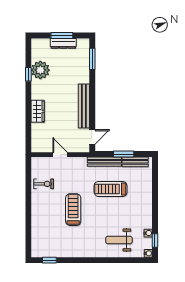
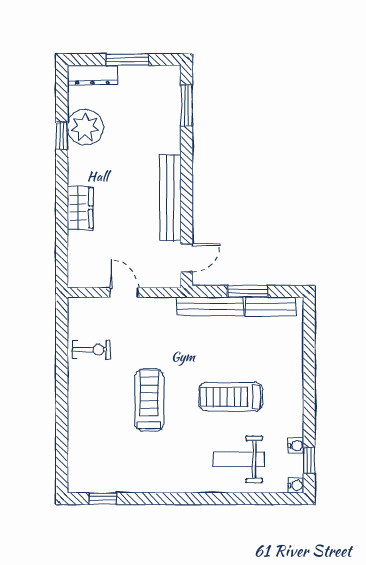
dresser: (63, 43) -> (92, 75), moved
treadmill: (111, 189) -> (231, 397), moved

